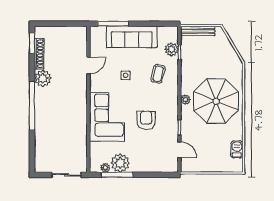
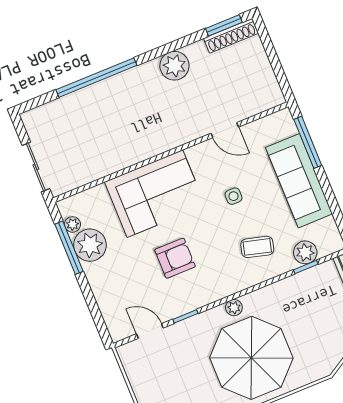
shoe rack: (39, 54) -> (231, 36), moved
window: (32, 106) -> (96, 78), moved
door: (179, 150) -> (150, 331), swing flipped

